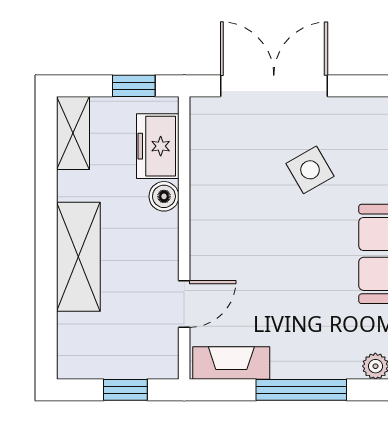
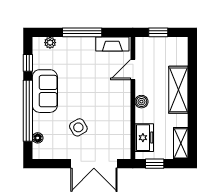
boiler: (164, 196) -> (141, 102), moved

